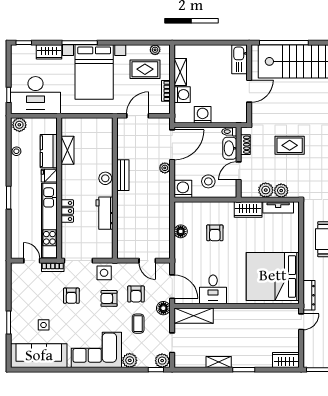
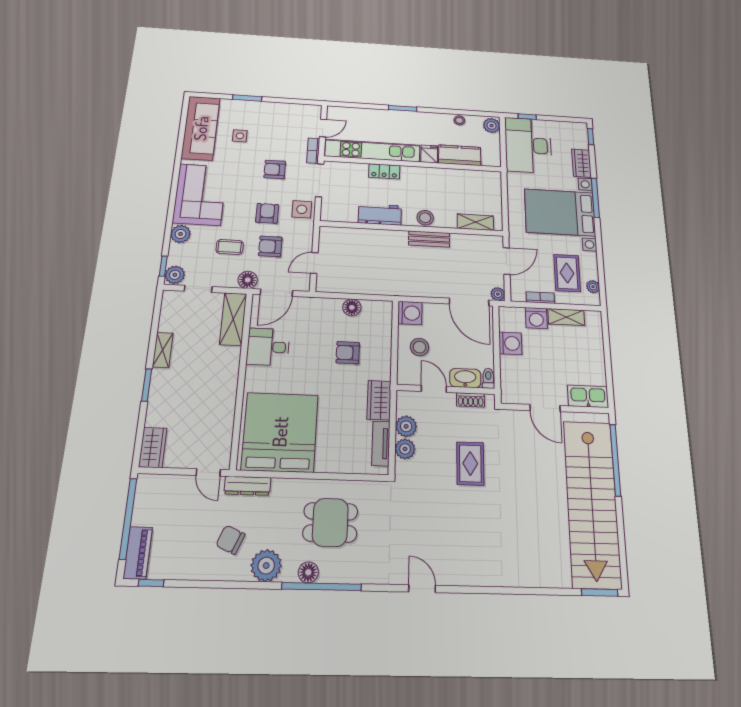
door: (138, 116) -> (507, 261), hinge flipped
shelving: (67, 150) -> (475, 222), moved
plant: (165, 168) -> (498, 294), moved

